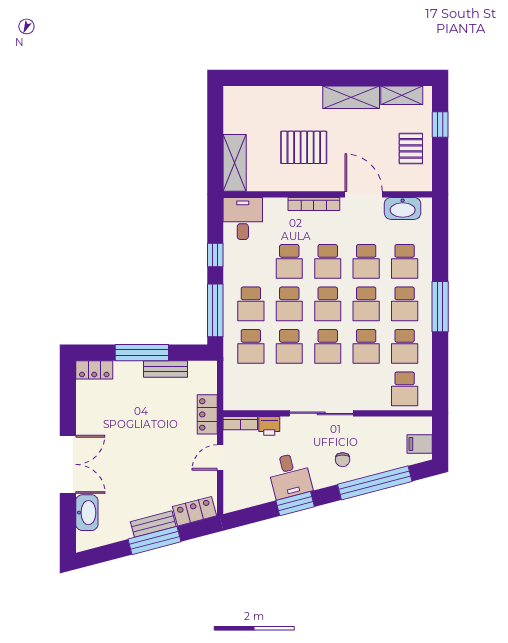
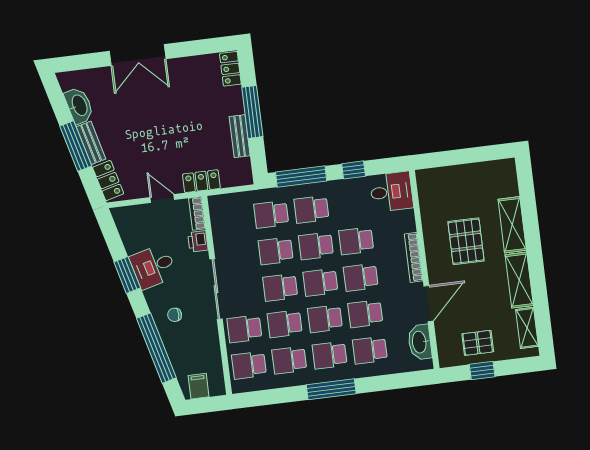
window: (440, 124) -> (482, 370), moved
shelving: (235, 163) -> (512, 225), moved, turned 90
school desk: (366, 389) -> (244, 329), added
washbasin: (87, 513) -> (79, 105), moved, turned -105

